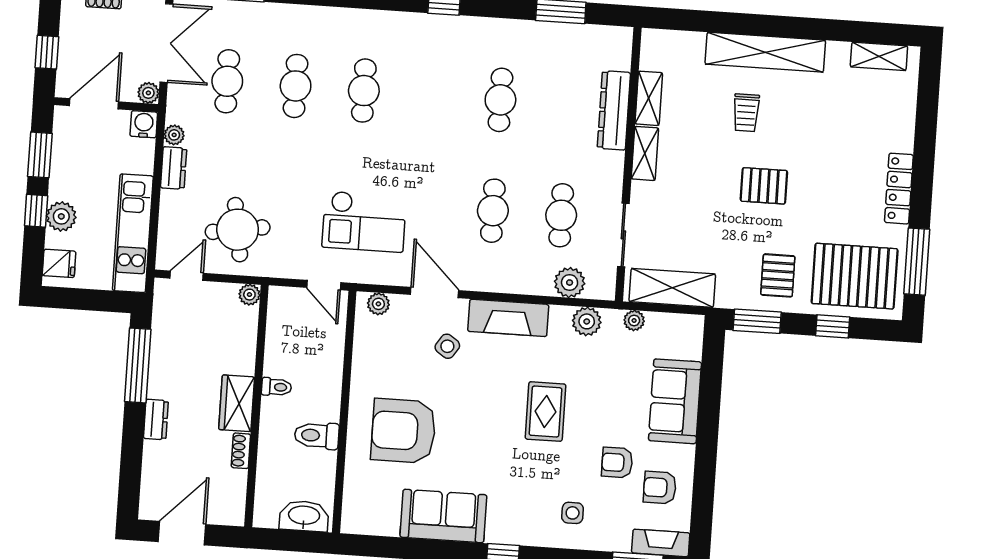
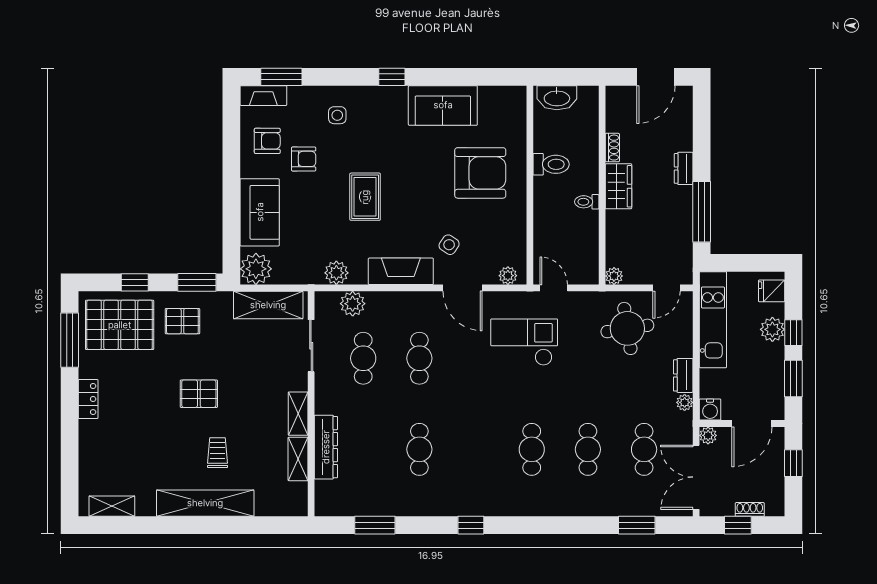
locker: (899, 189) -> (88, 399), width x0.66
pallet: (778, 275) -> (182, 321), turned 90
plant: (634, 320) -> (256, 269), moved, width x1.87, depth x1.87

